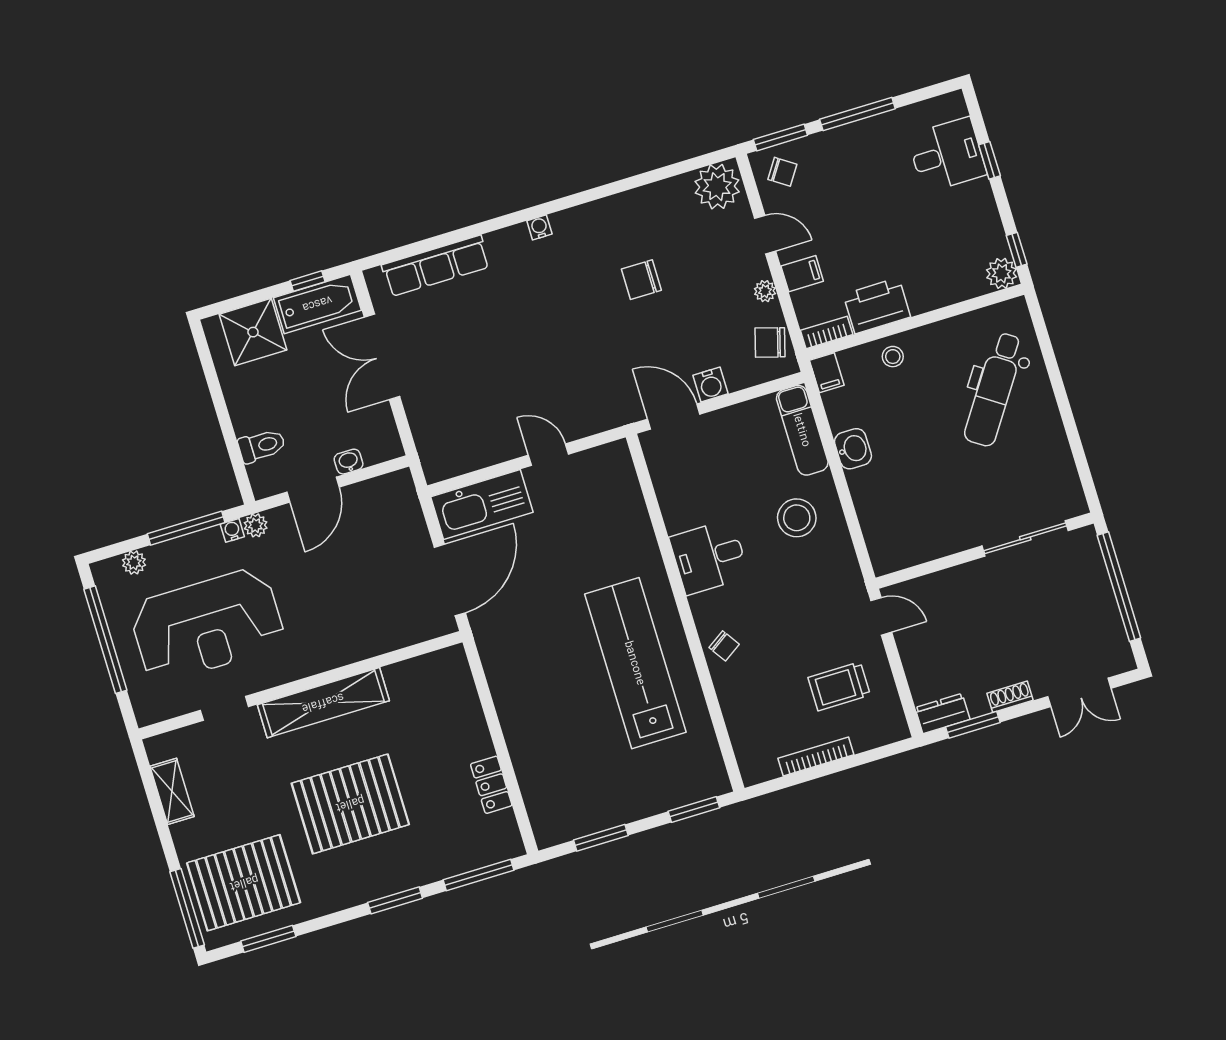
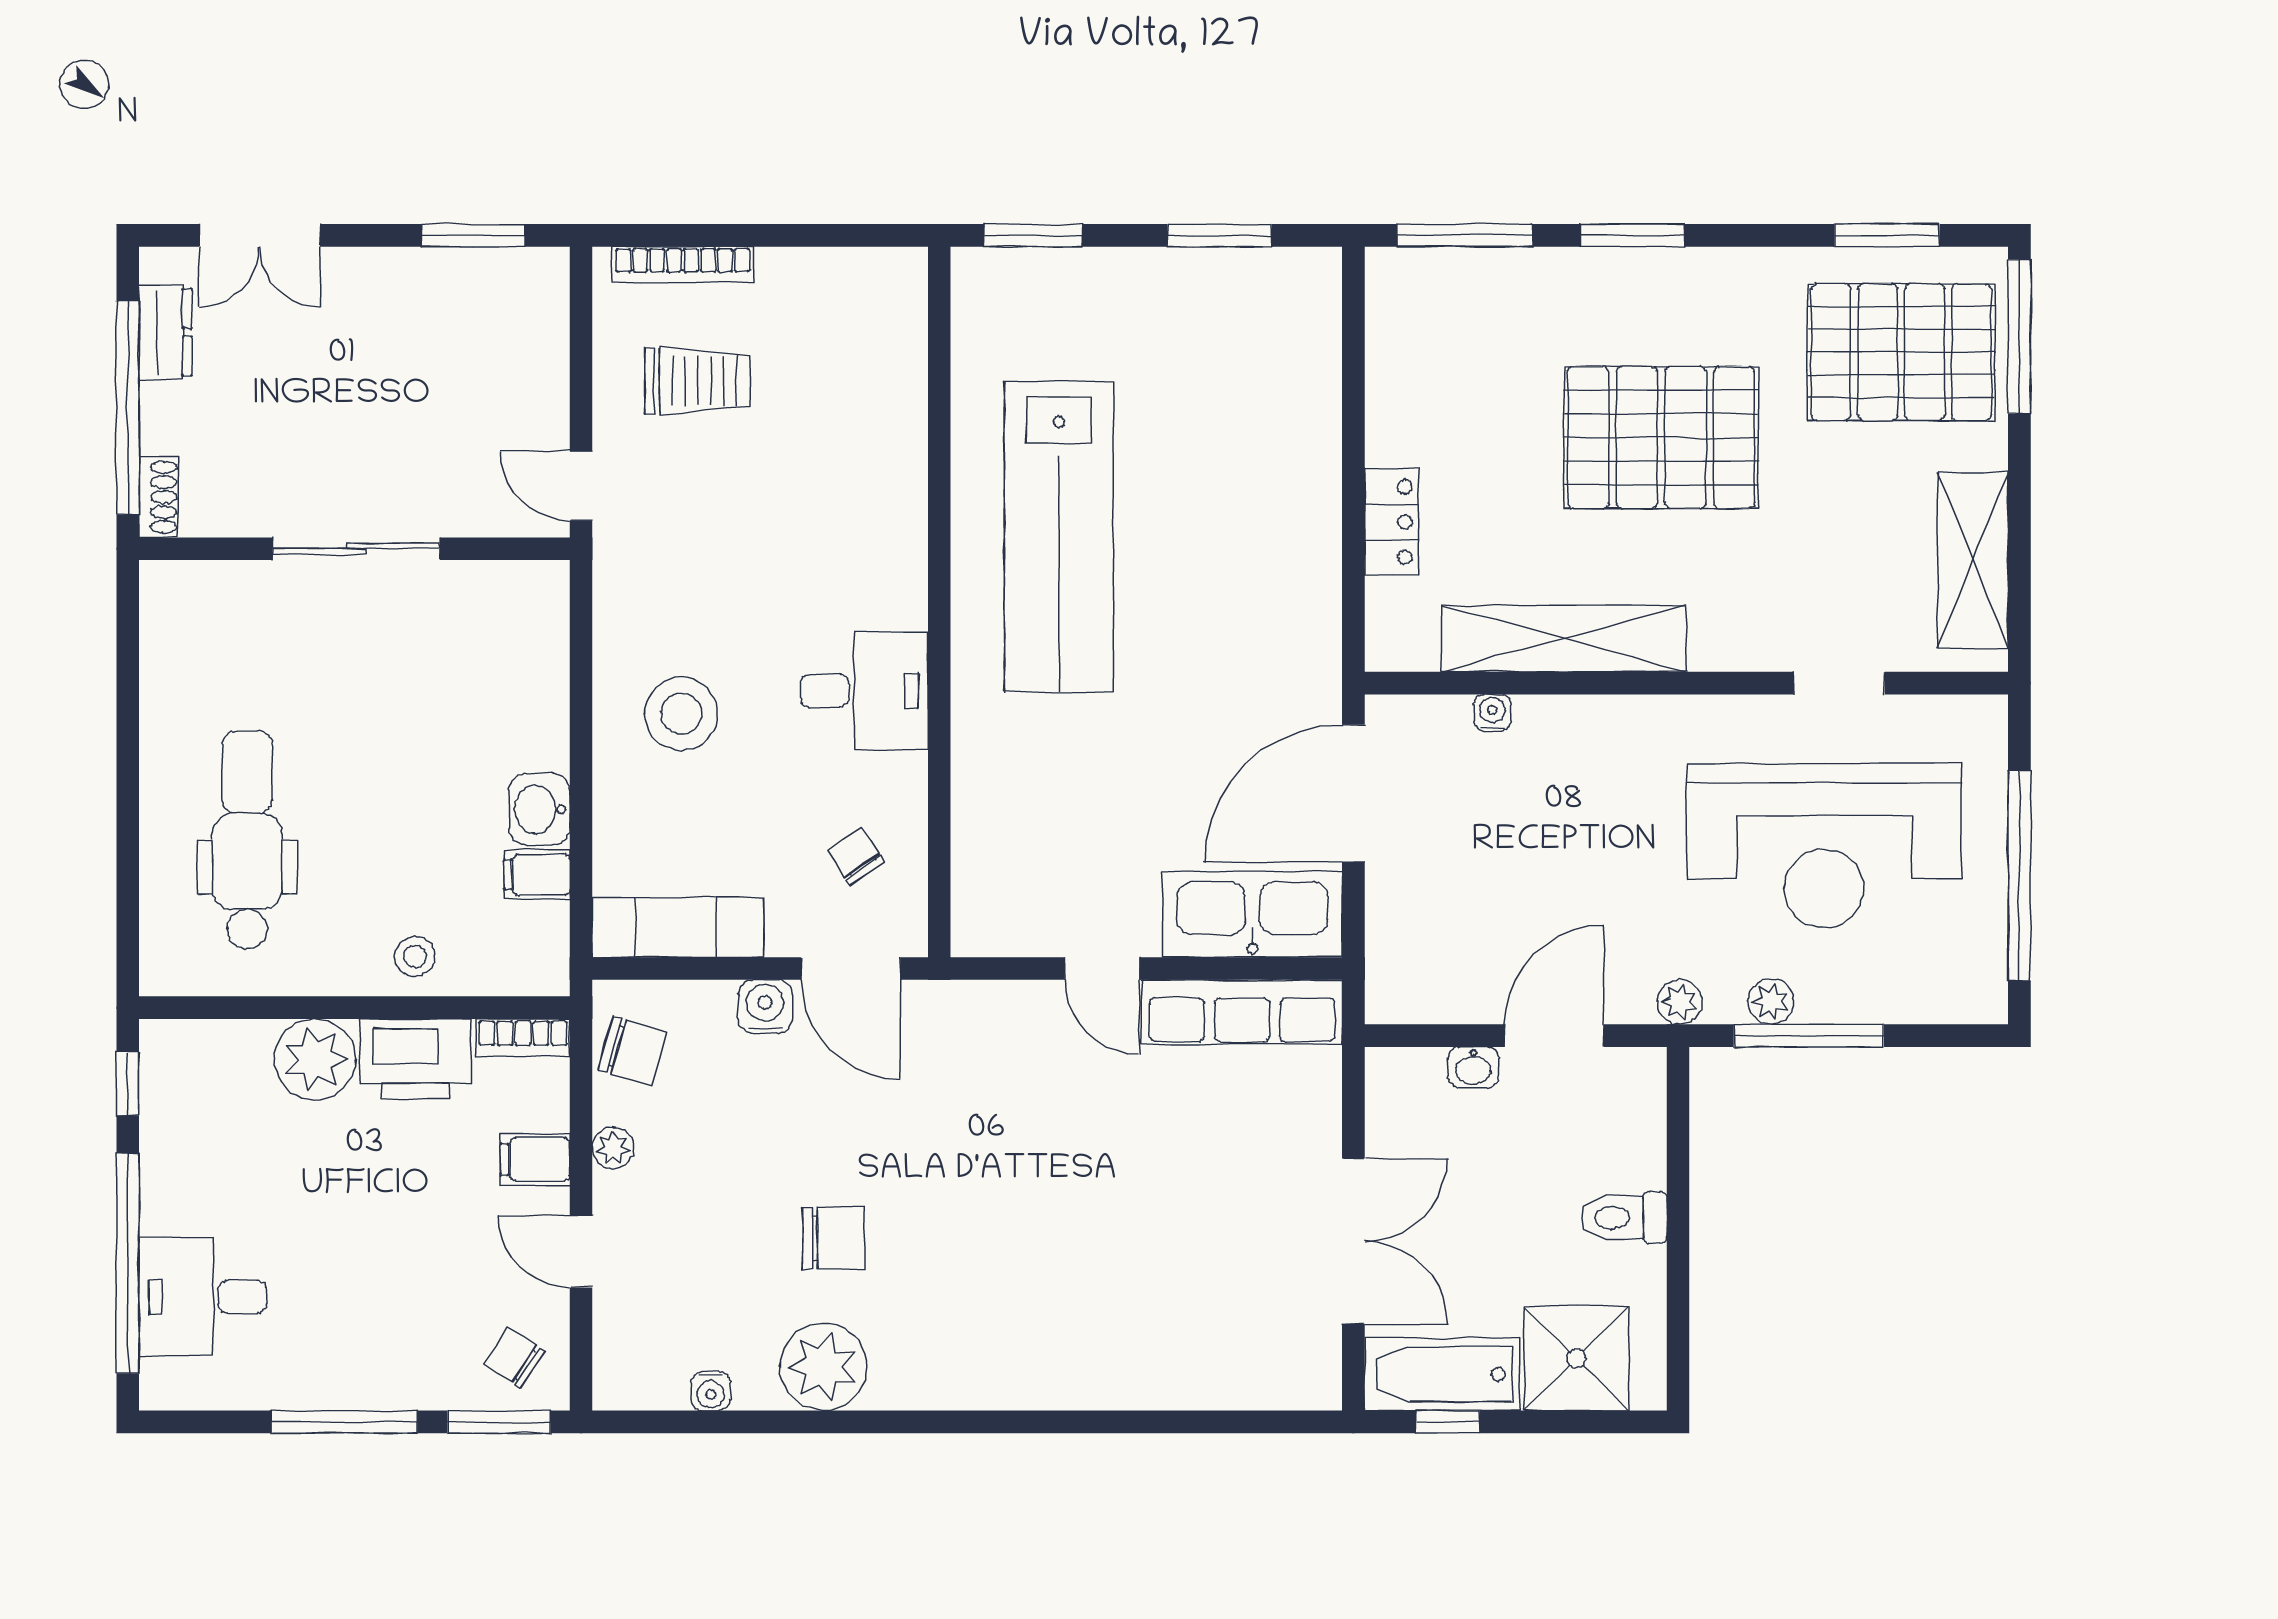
window: (989, 160) -> (128, 1263), width x3.17
plant: (717, 187) -> (823, 1367), moved
water cooler: (539, 227) -> (711, 1391), moved
row of seats: (436, 266) -> (1242, 1012), moved, turned 180
plant: (1002, 273) -> (315, 1059), moved, width x1.36, depth x1.36
filing cabinet: (827, 373) -> (537, 875), moved, turned -90
dental chair: (994, 389) -> (247, 840), turned -34
exam couch: (802, 430) -> (678, 927), moved, turned -90
toilet: (262, 446) -> (1624, 1218), moved
water cooler: (232, 530) -> (1492, 713), moved, turned 180
sliding door: (1025, 538) -> (356, 549), moved
plant: (134, 563) -> (1771, 1002), moved
reception desk: (207, 625) -> (1824, 846), turned 180
chair: (724, 646) -> (856, 856), moved
double door: (1079, 692) -> (260, 235), swing flipped
shoe rack: (1010, 697) -> (159, 497), moved, turned -90
shelving: (323, 703) -> (1564, 639), moved
dresser: (942, 713) -> (165, 332), moved, turned -90
bookcase: (816, 757) -> (683, 265), moved
locker: (491, 785) -> (1391, 522), moved
shelving: (172, 791) -> (1973, 560), width x1.50, depth x1.33

